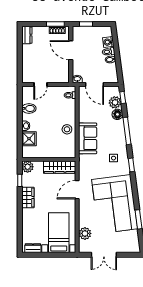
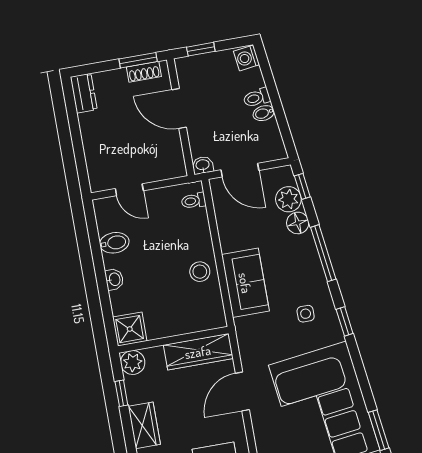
washing machine: (108, 42) -> (247, 58), moved
door: (40, 85) -> (129, 190), hinge flipped
shower: (29, 139) -> (130, 329), moved

